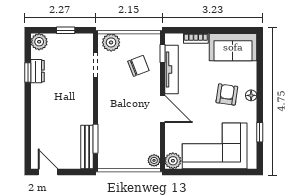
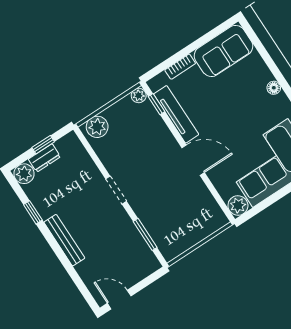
doorway: (95, 65) -> (116, 190), moved
chair: (138, 66) -> (140, 132), removed
dresser: (37, 71) -> (44, 158), moved, turned 90
armchair: (227, 94) -> (249, 103), removed
bench: (87, 147) -> (64, 240), moved
plant: (154, 160) -> (139, 96), moved

